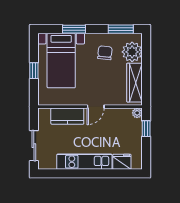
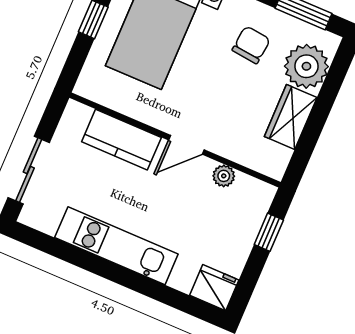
wardrobe: (135, 83) -> (291, 117), width x0.67
plant: (137, 113) -> (224, 176), moved
fridge: (122, 162) -> (214, 288), moved

